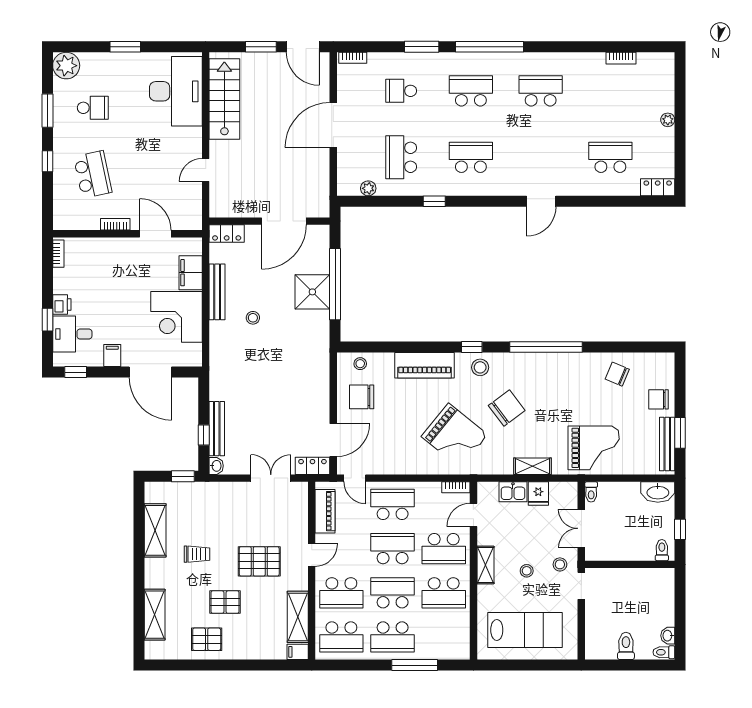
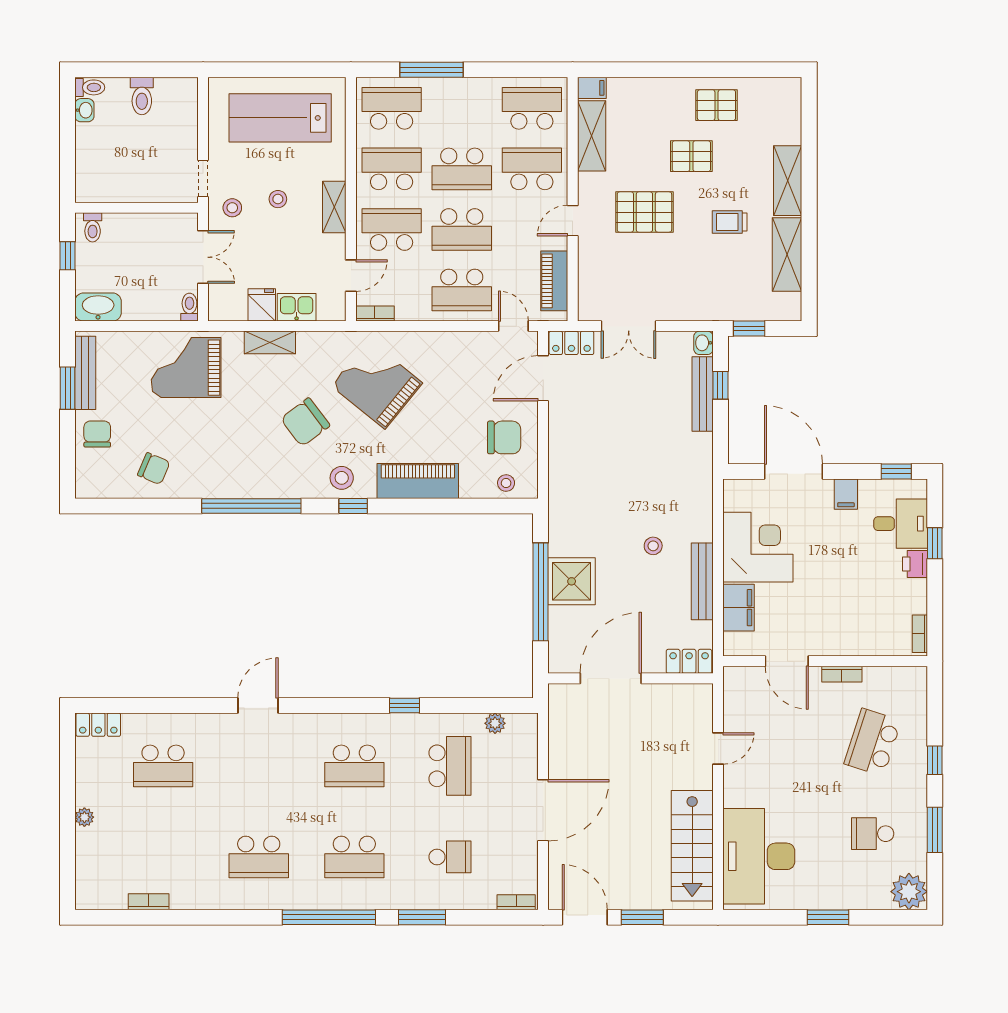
school desk: (93, 174) -> (873, 742), turned 30
chair: (658, 399) -> (97, 434), turned -90
shelving: (155, 615) -> (788, 181), moved
school desk: (393, 637) -> (392, 108), moved

